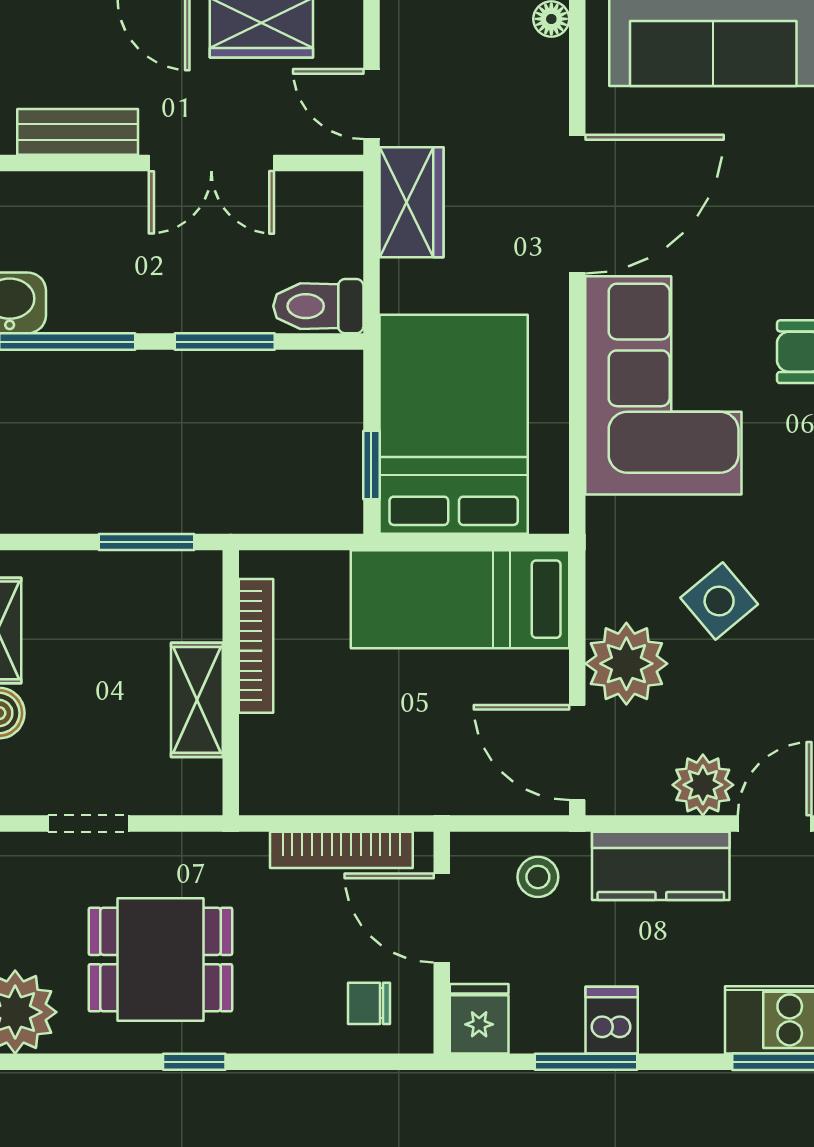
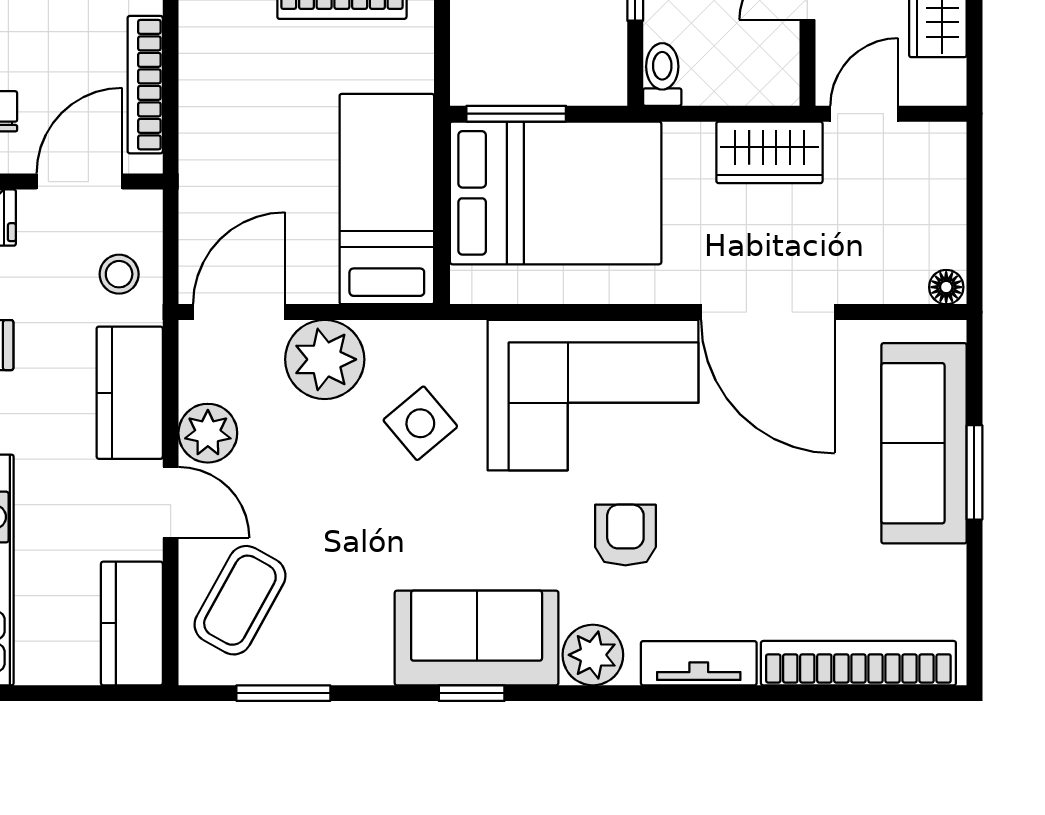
toilet: (318, 306) -> (662, 75), width x0.73, depth x0.72
window: (371, 465) -> (516, 114), width x1.50
side table: (719, 601) -> (420, 423), moved

